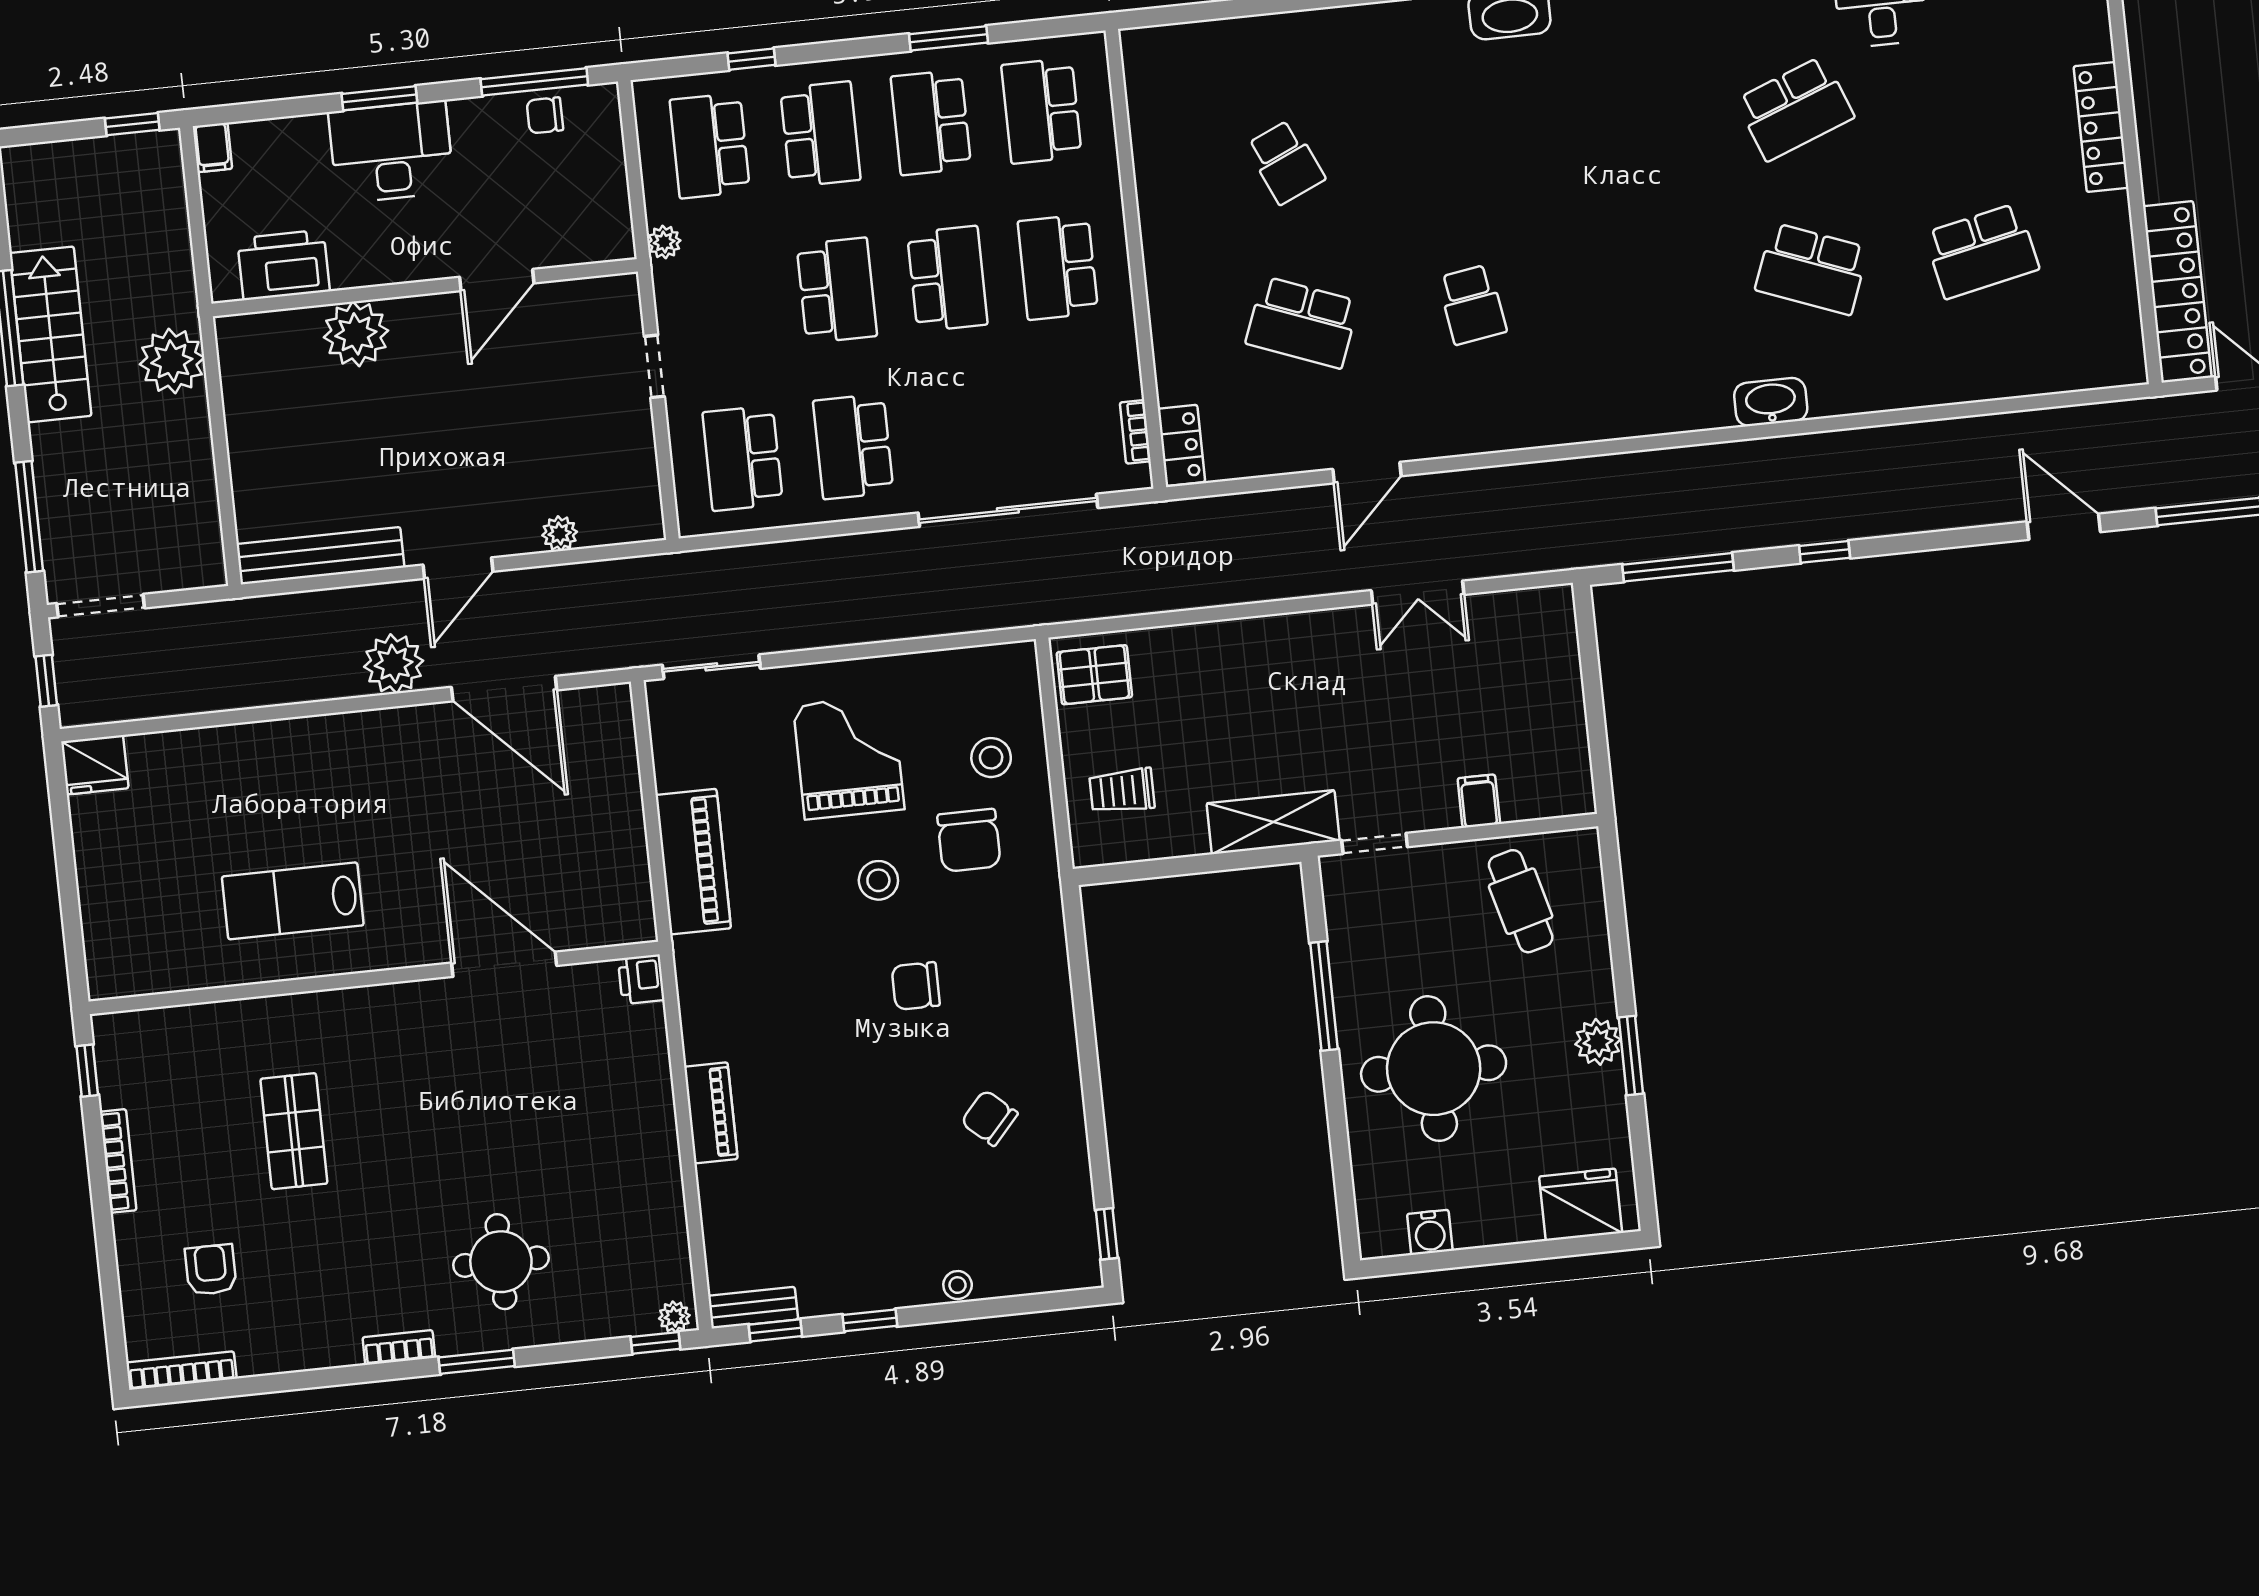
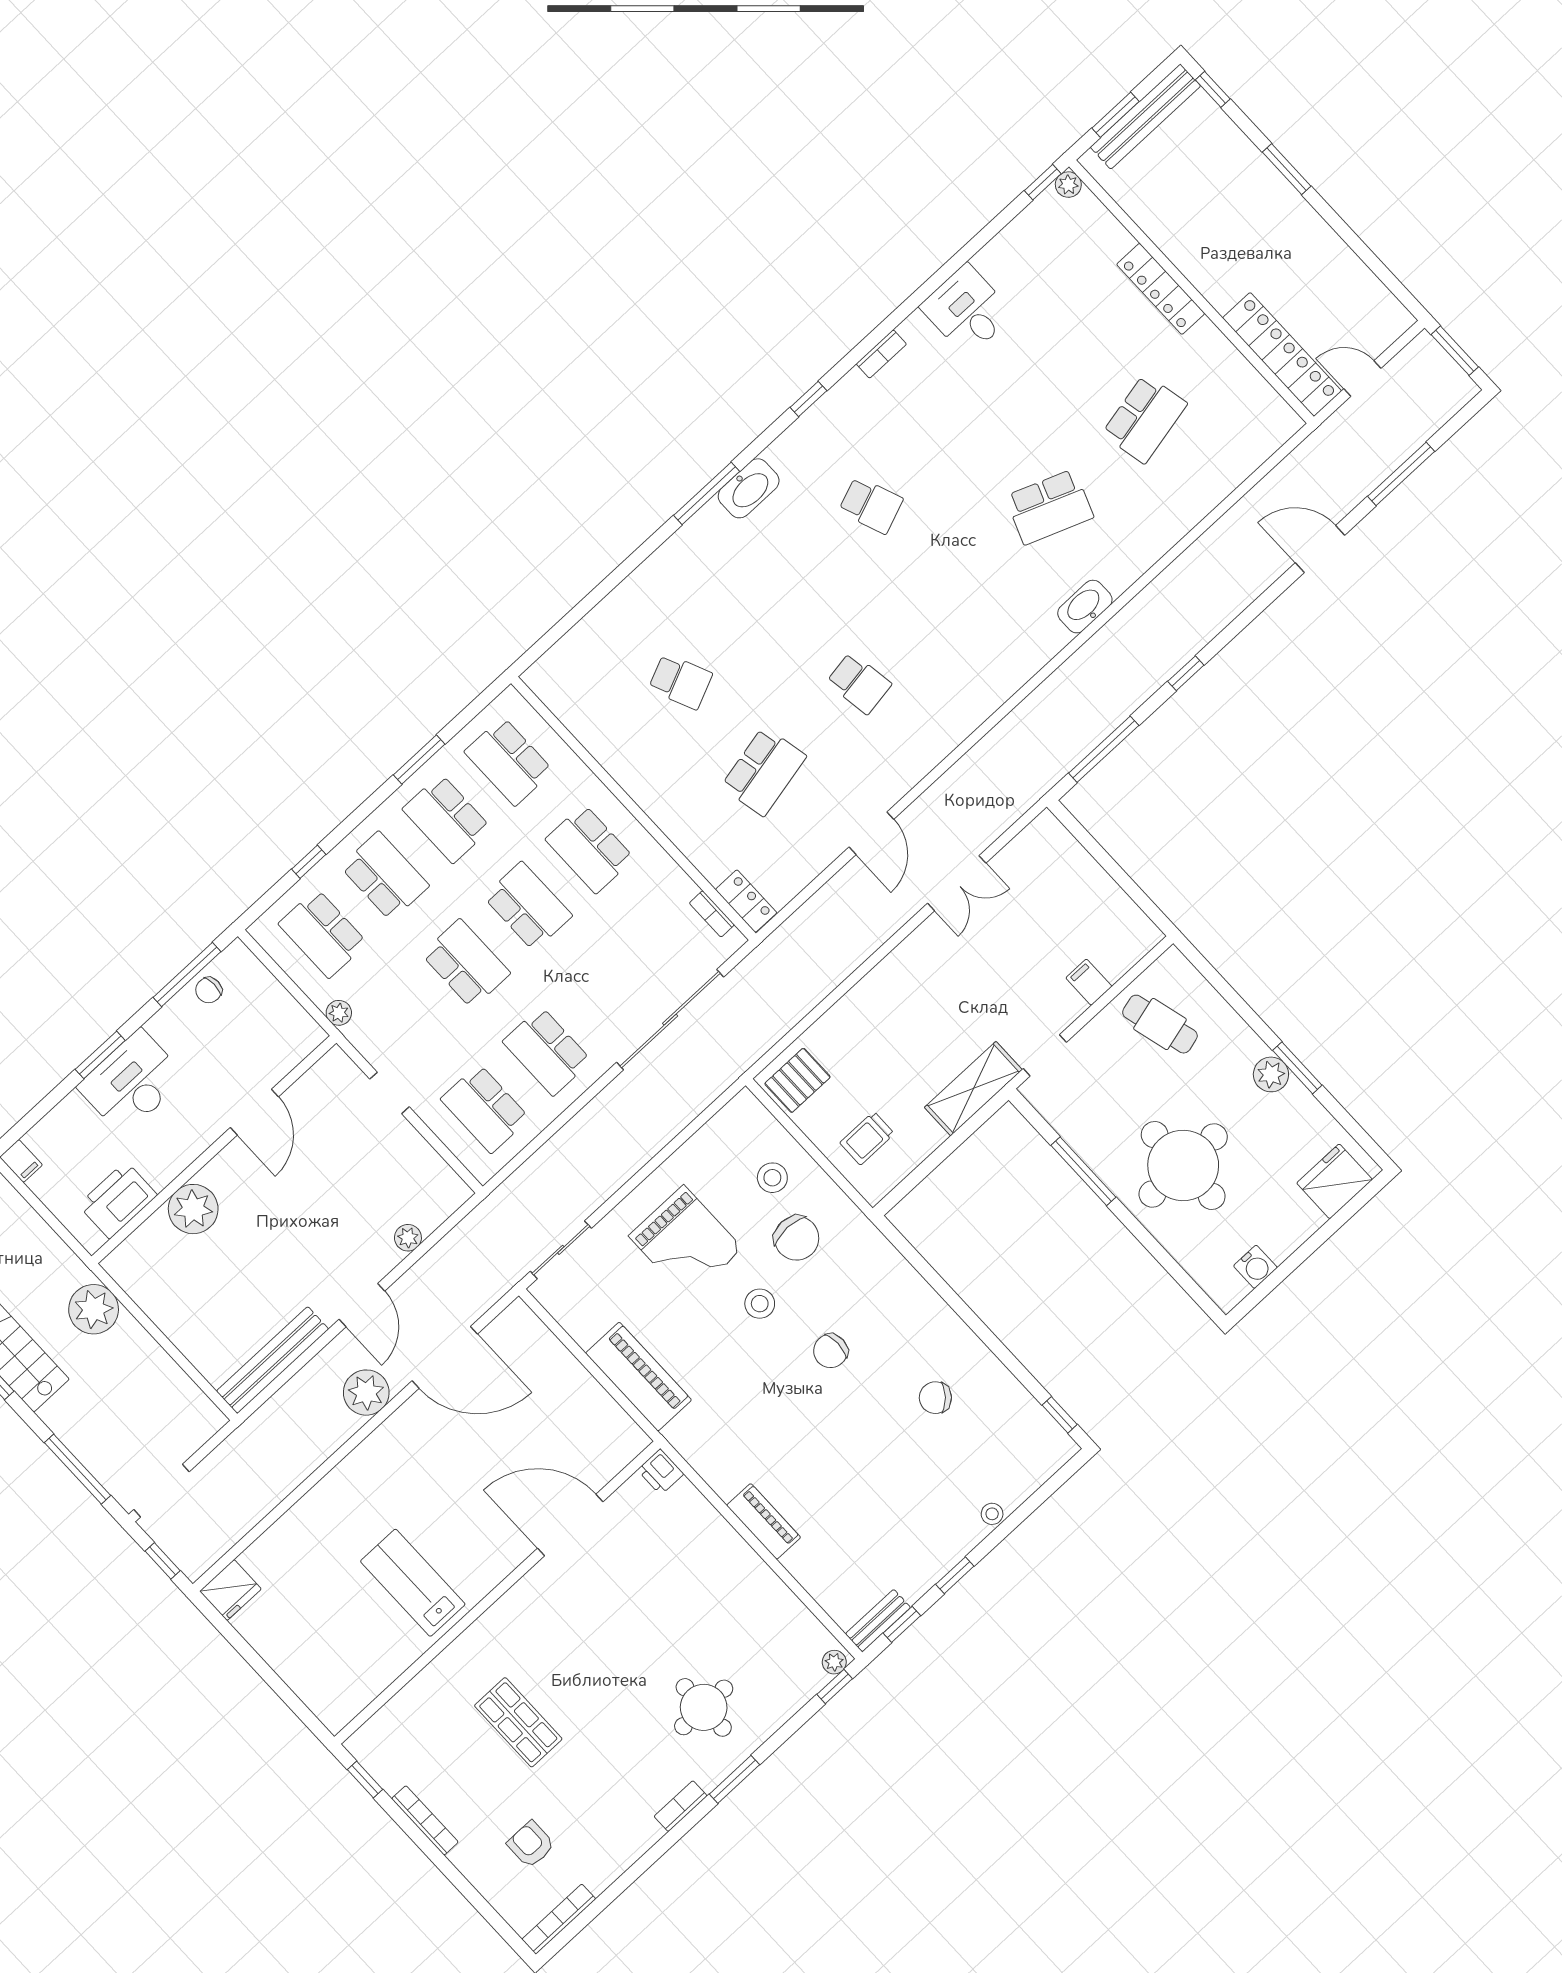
school desk: (1795, 108) -> (871, 505), moved, width x0.54
school desk: (1302, 322) -> (764, 771), turned -33
grand piano: (849, 757) -> (686, 1242), turned 180
lab bench: (293, 901) -> (413, 1583), turned 90

